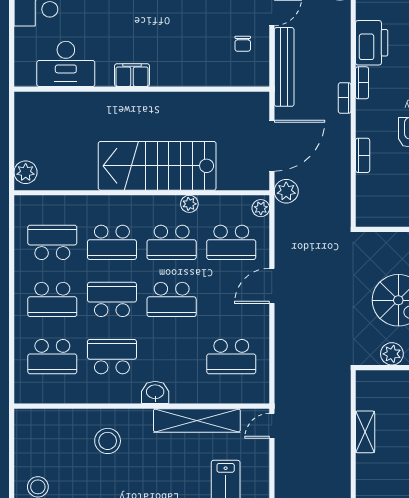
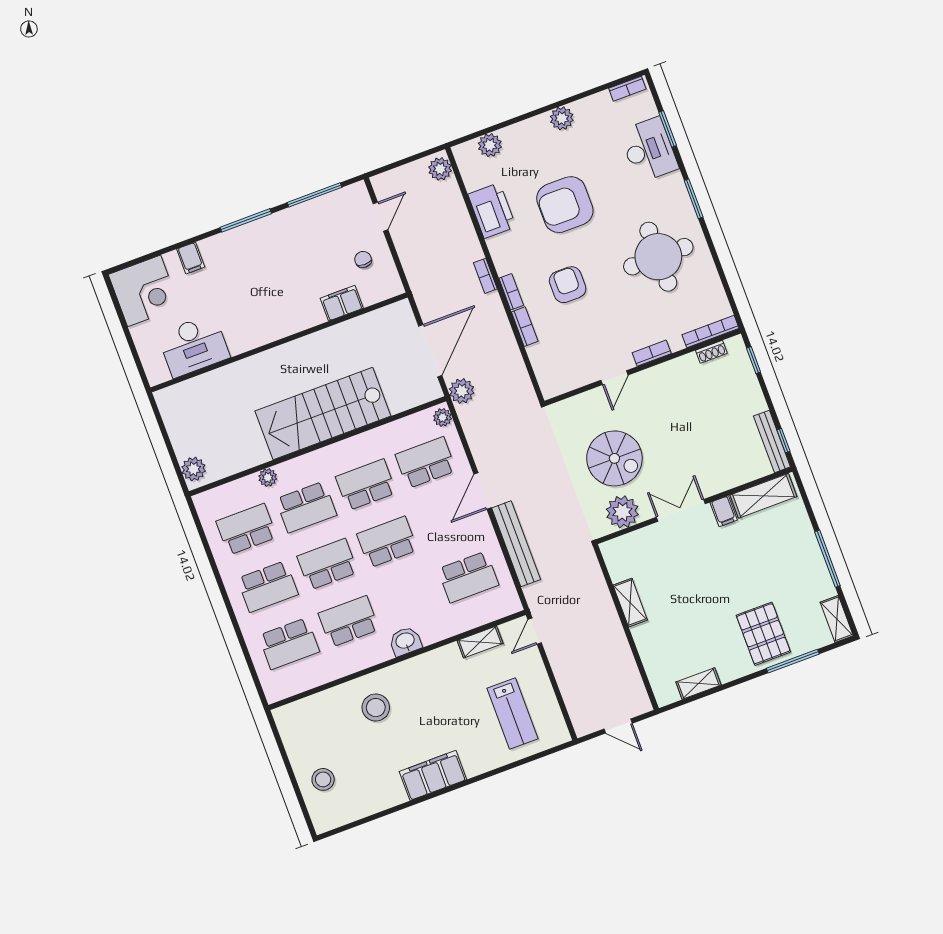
chair: (243, 44) -> (363, 259), turned 180
bench: (284, 67) -> (516, 544), moved
filing cabinet: (132, 75) -> (342, 303), moved
bookcase: (362, 83) -> (511, 292), moved
plant: (189, 204) -> (268, 477), moved
school desk: (172, 242) -> (366, 485), turned 180
school desk: (231, 242) -> (426, 463), turned 180
school desk: (172, 299) -> (387, 542), turned 180
plant: (392, 354) -> (622, 512), width x1.36, depth x1.36
shelving: (197, 420) -> (480, 642), width x0.45, depth x0.75

